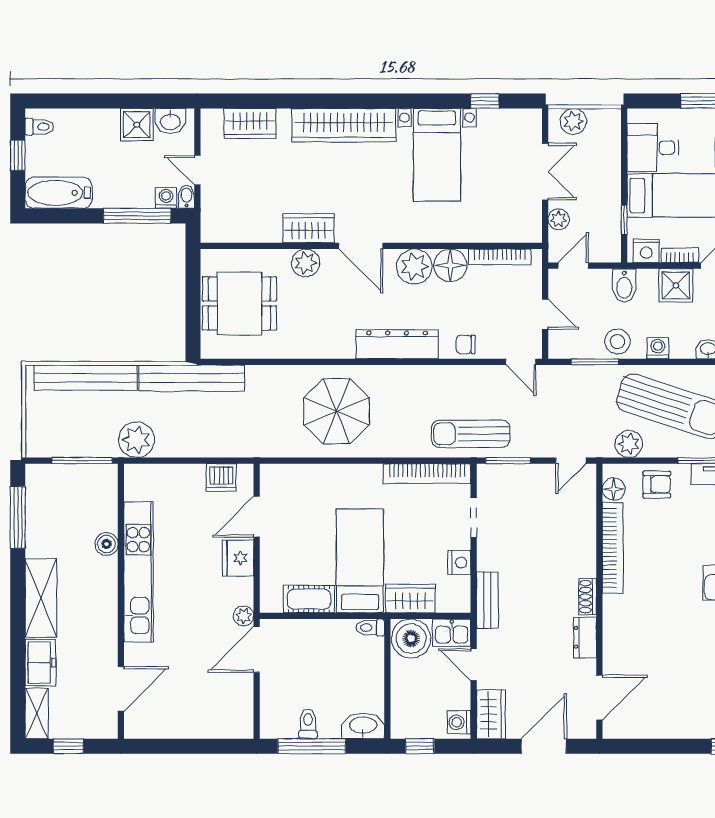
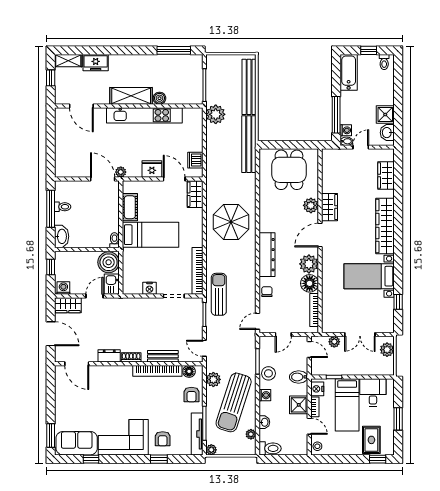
shelving: (41, 598) -> (131, 96), moved
wardrobe: (410, 599) -> (195, 194), moved, turned 180
bench: (487, 600) -> (163, 356), moved

